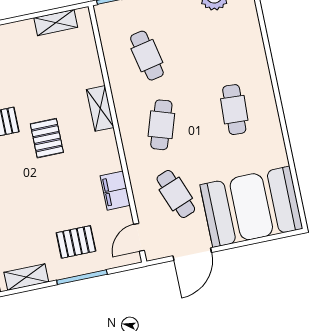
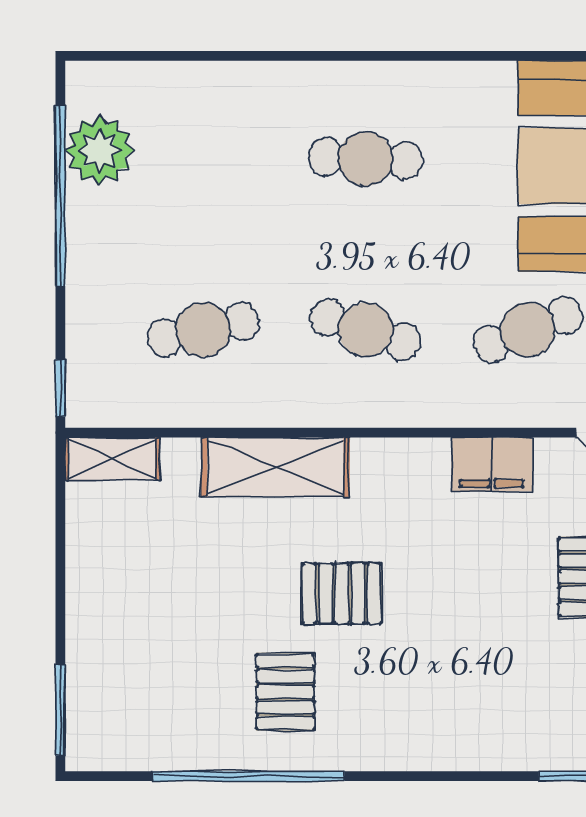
shelving: (56, 23) -> (112, 459), moved, turned 90
shelving: (100, 108) -> (276, 467), width x1.50, depth x1.33

